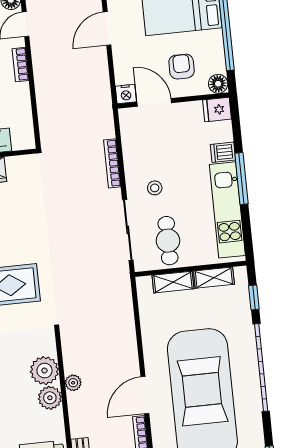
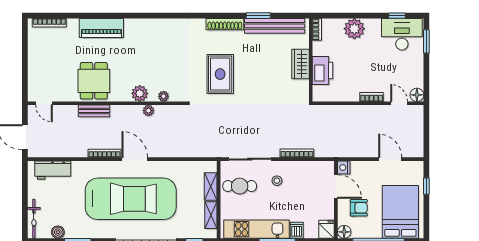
door: (154, 102) -> (336, 186), hinge flipped
plant: (44, 371) -> (164, 96), width x0.53, depth x0.53

